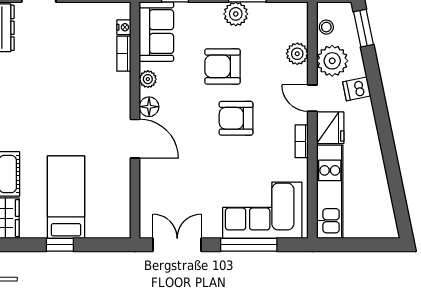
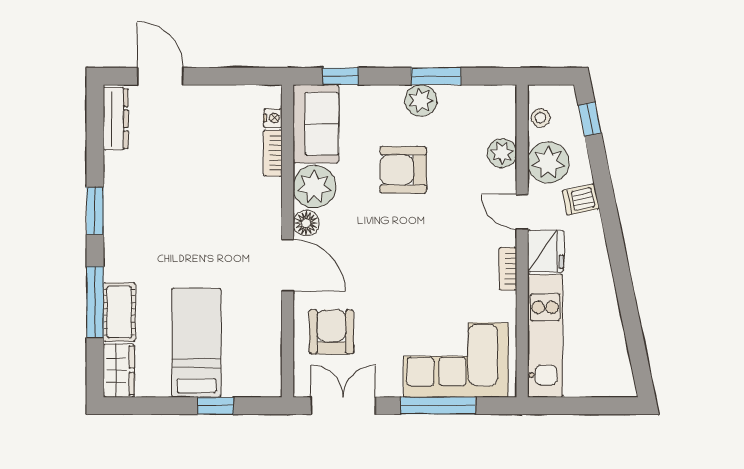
window: (364, 28) -> (590, 119), width x0.67
plant: (148, 79) -> (314, 187), width x1.88, depth x1.88
armchair: (236, 118) -> (331, 332), moved, turned 90
window: (60, 245) -> (216, 406), moved

